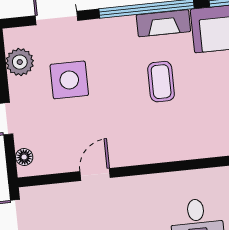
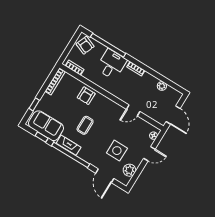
armchair: (200, 136) -> (86, 96), added

